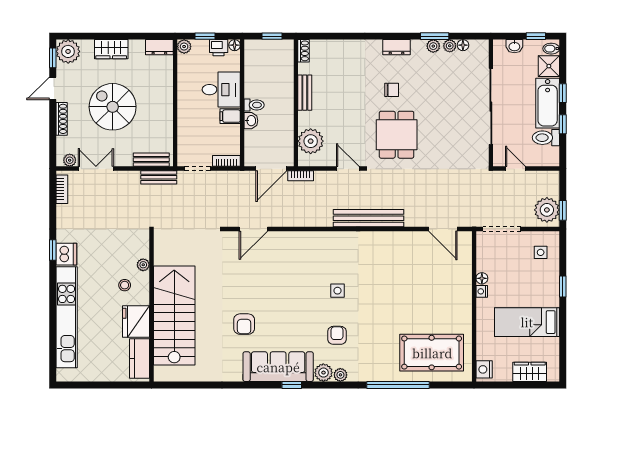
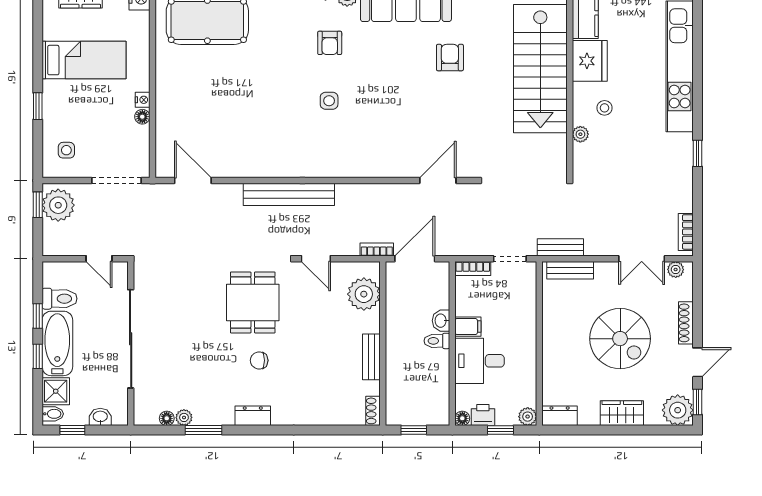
plant: (433, 46) -> (205, 417), removed
dishwasher: (66, 254) -> (680, 148), removed

